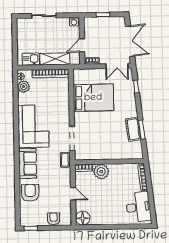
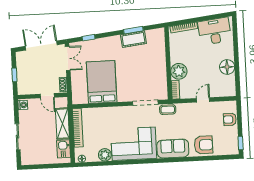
plant: (24, 87) -> (105, 155), moved
armchair: (30, 193) -> (204, 145), turned 180
floor lamp: (83, 218) -> (227, 67), moved

